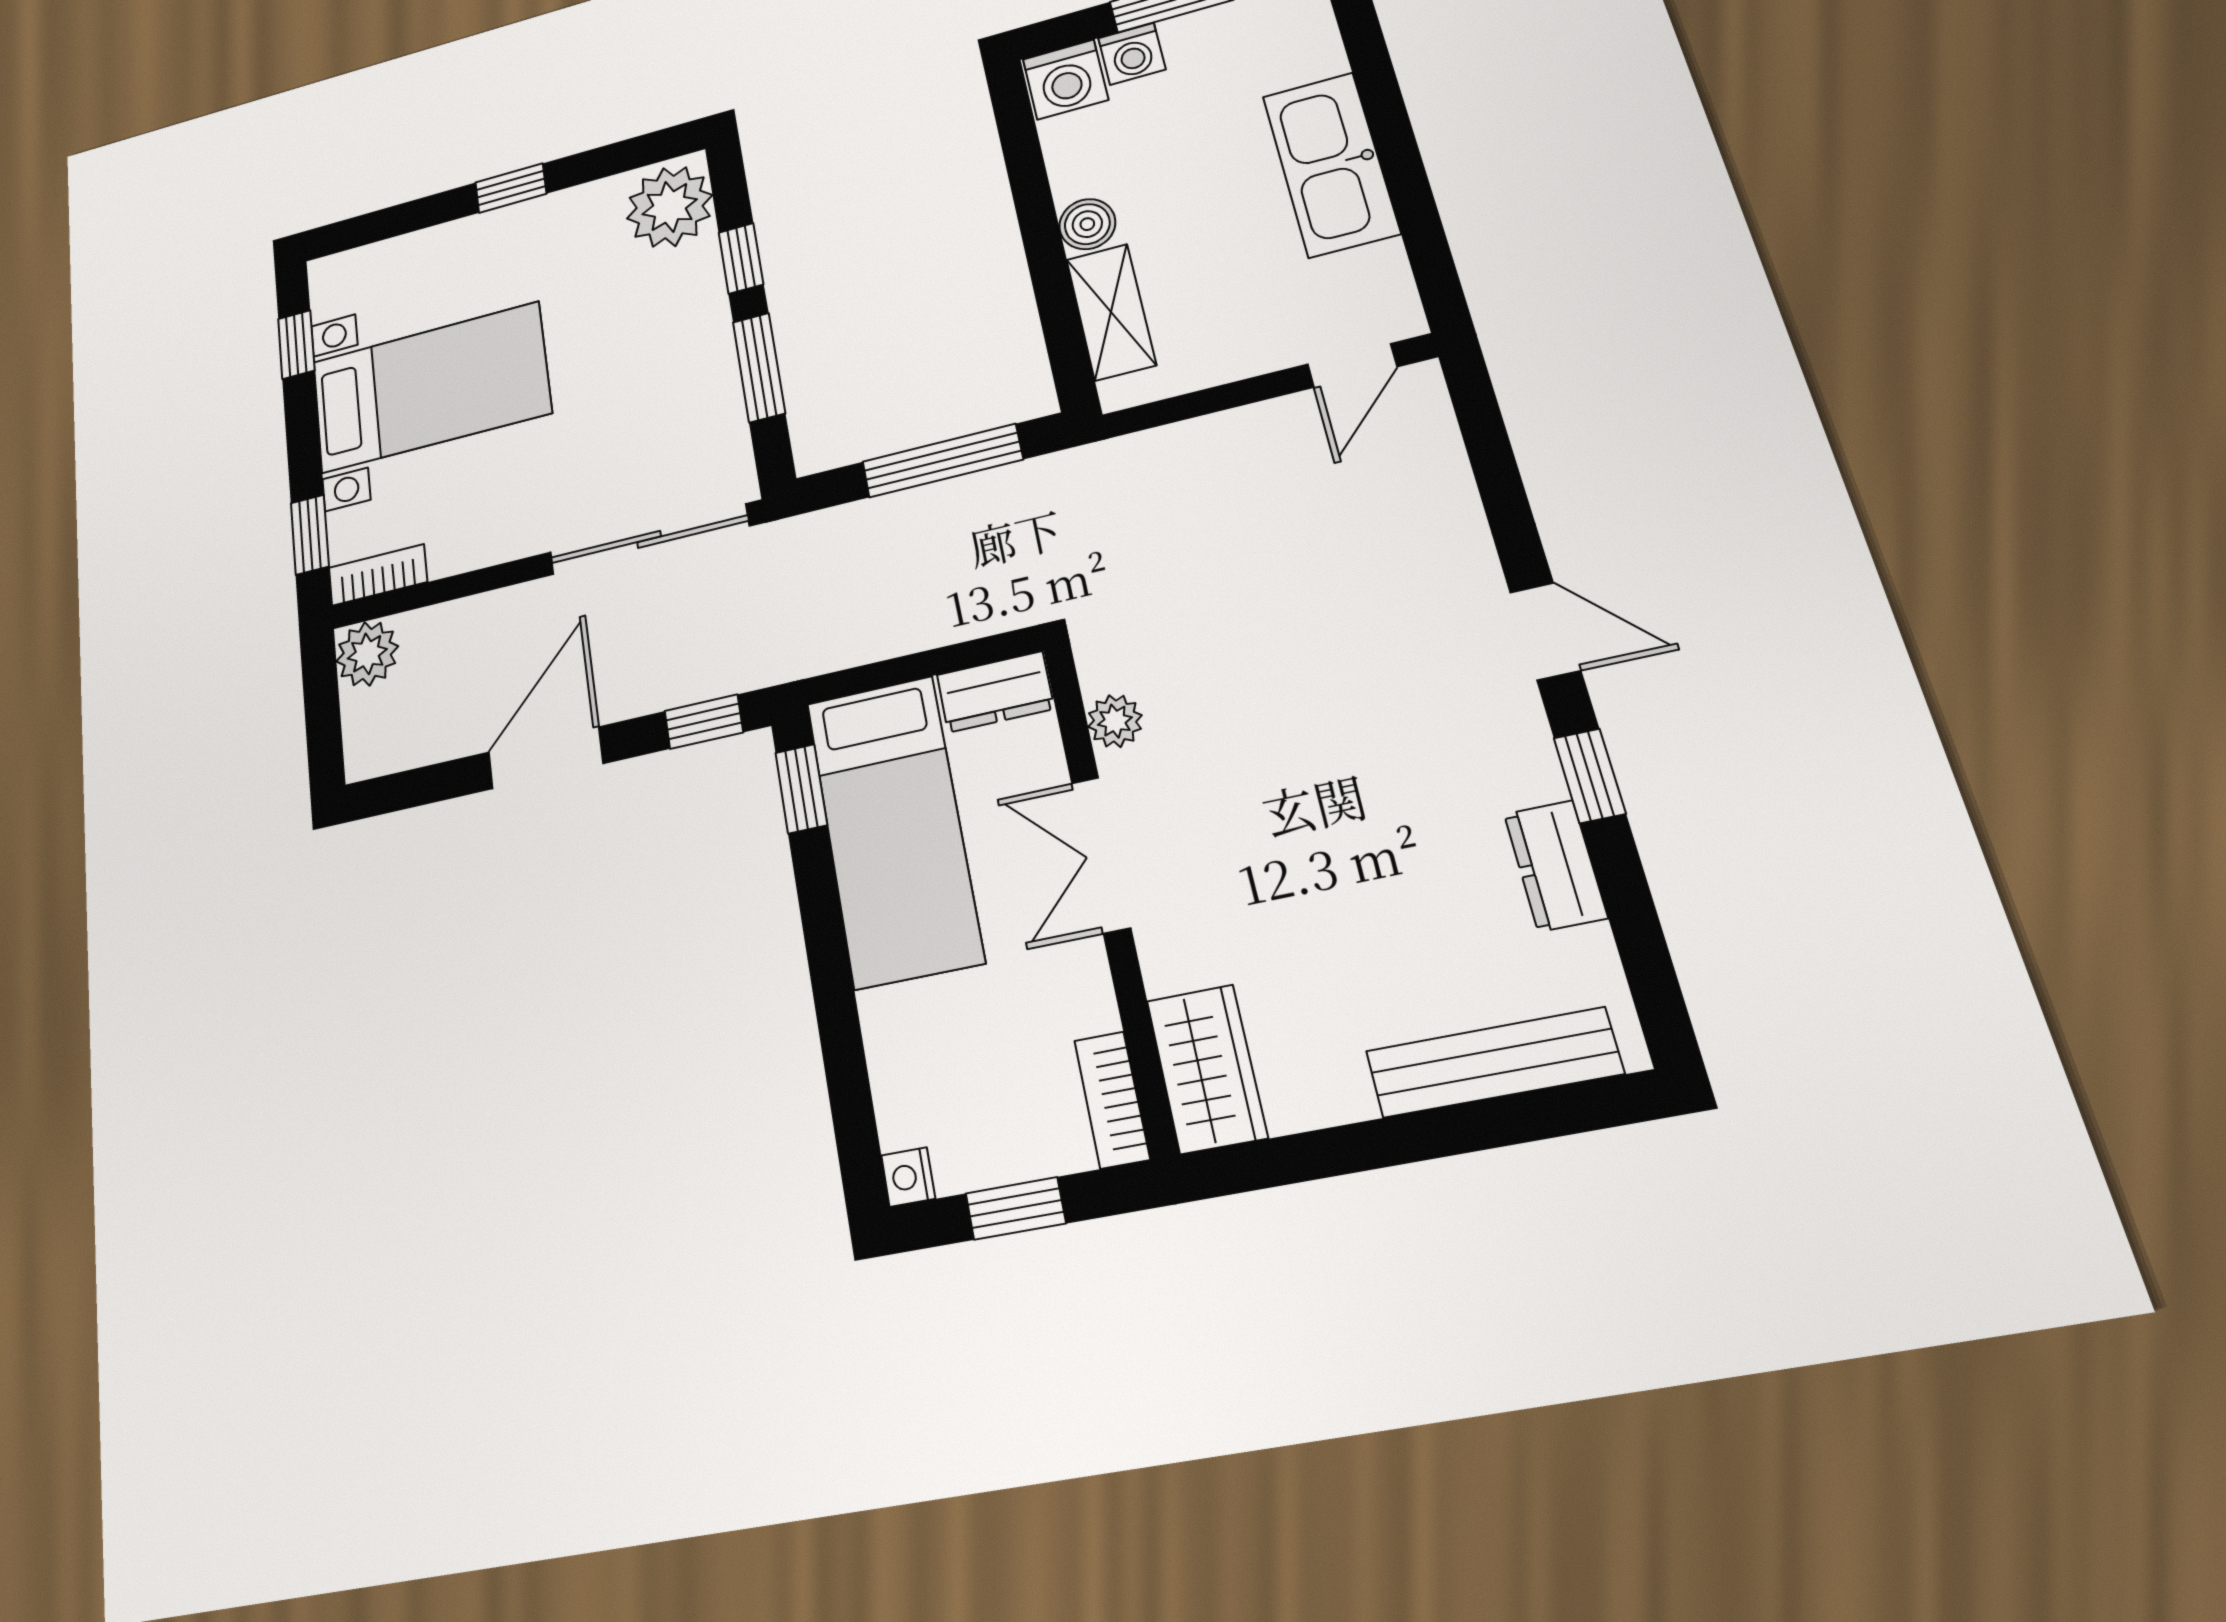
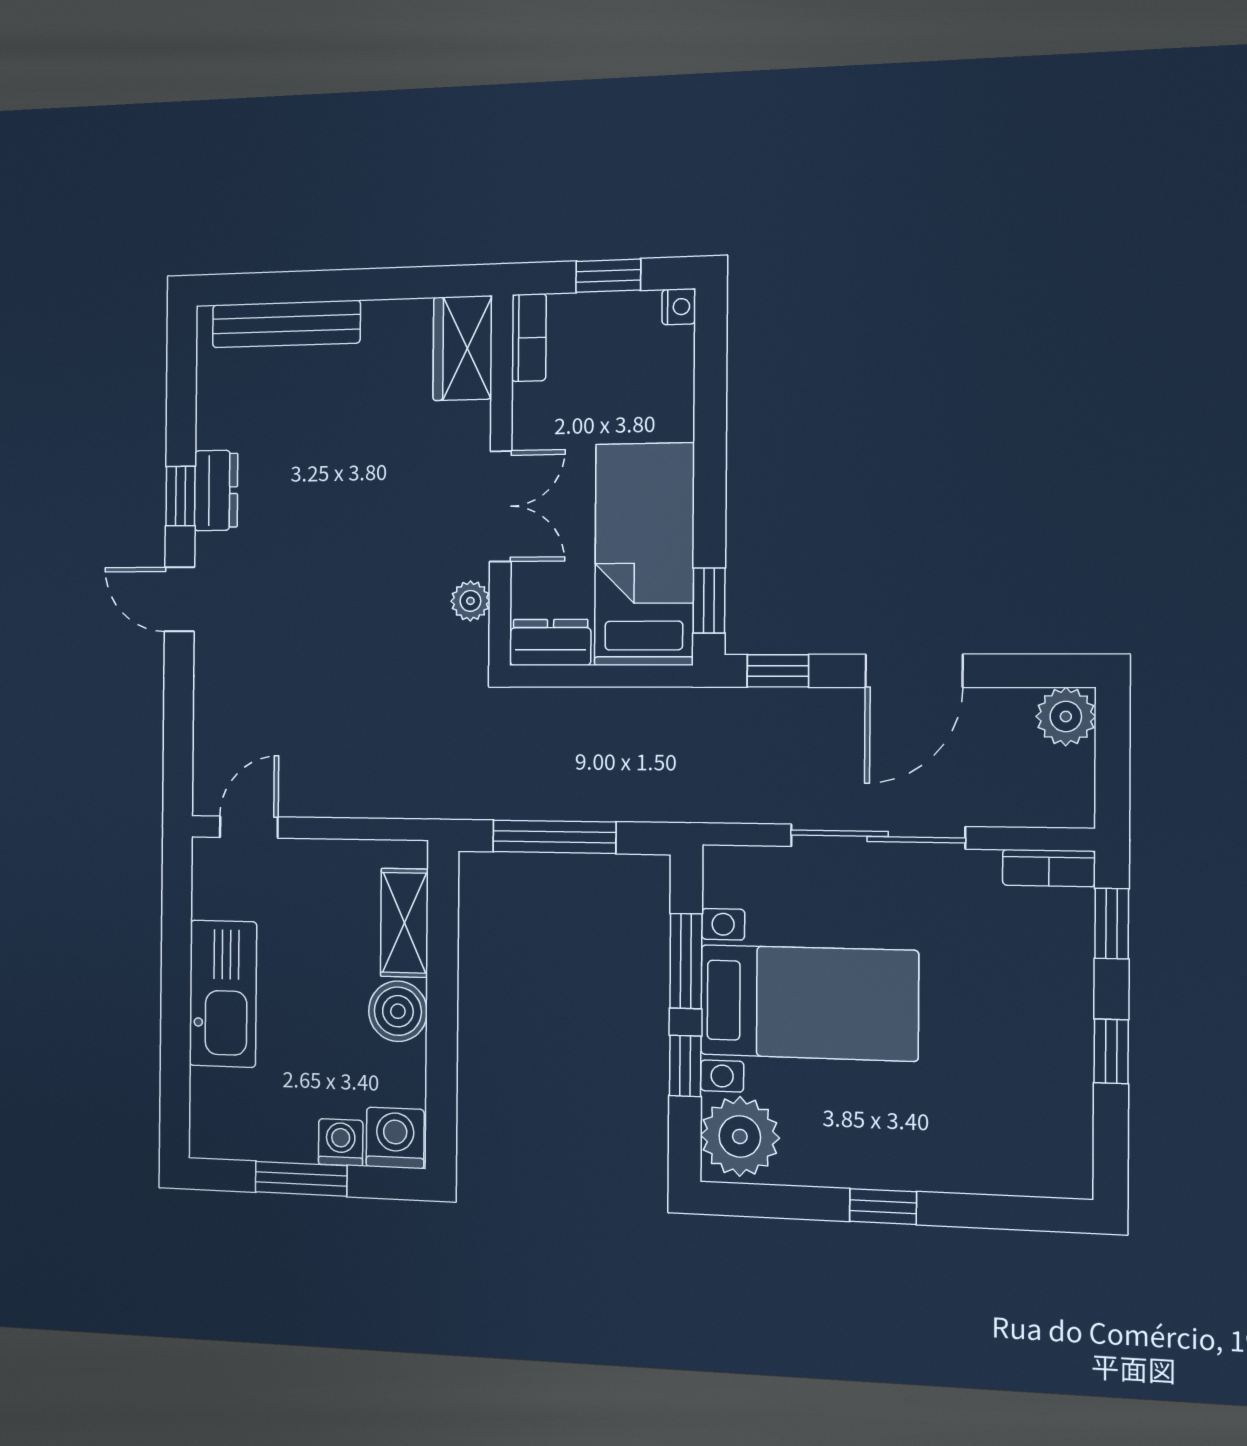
boiler: (1087, 224) -> (398, 1011), width x1.36, depth x1.36
window: (296, 345) -> (1111, 1051), moved
bed with nightstands: (431, 387) -> (809, 1003), moved, turned 180
sliding door: (649, 539) -> (878, 836), moved
plant: (367, 654) -> (1066, 716), moved
dresser: (1556, 866) -> (216, 490), moved

